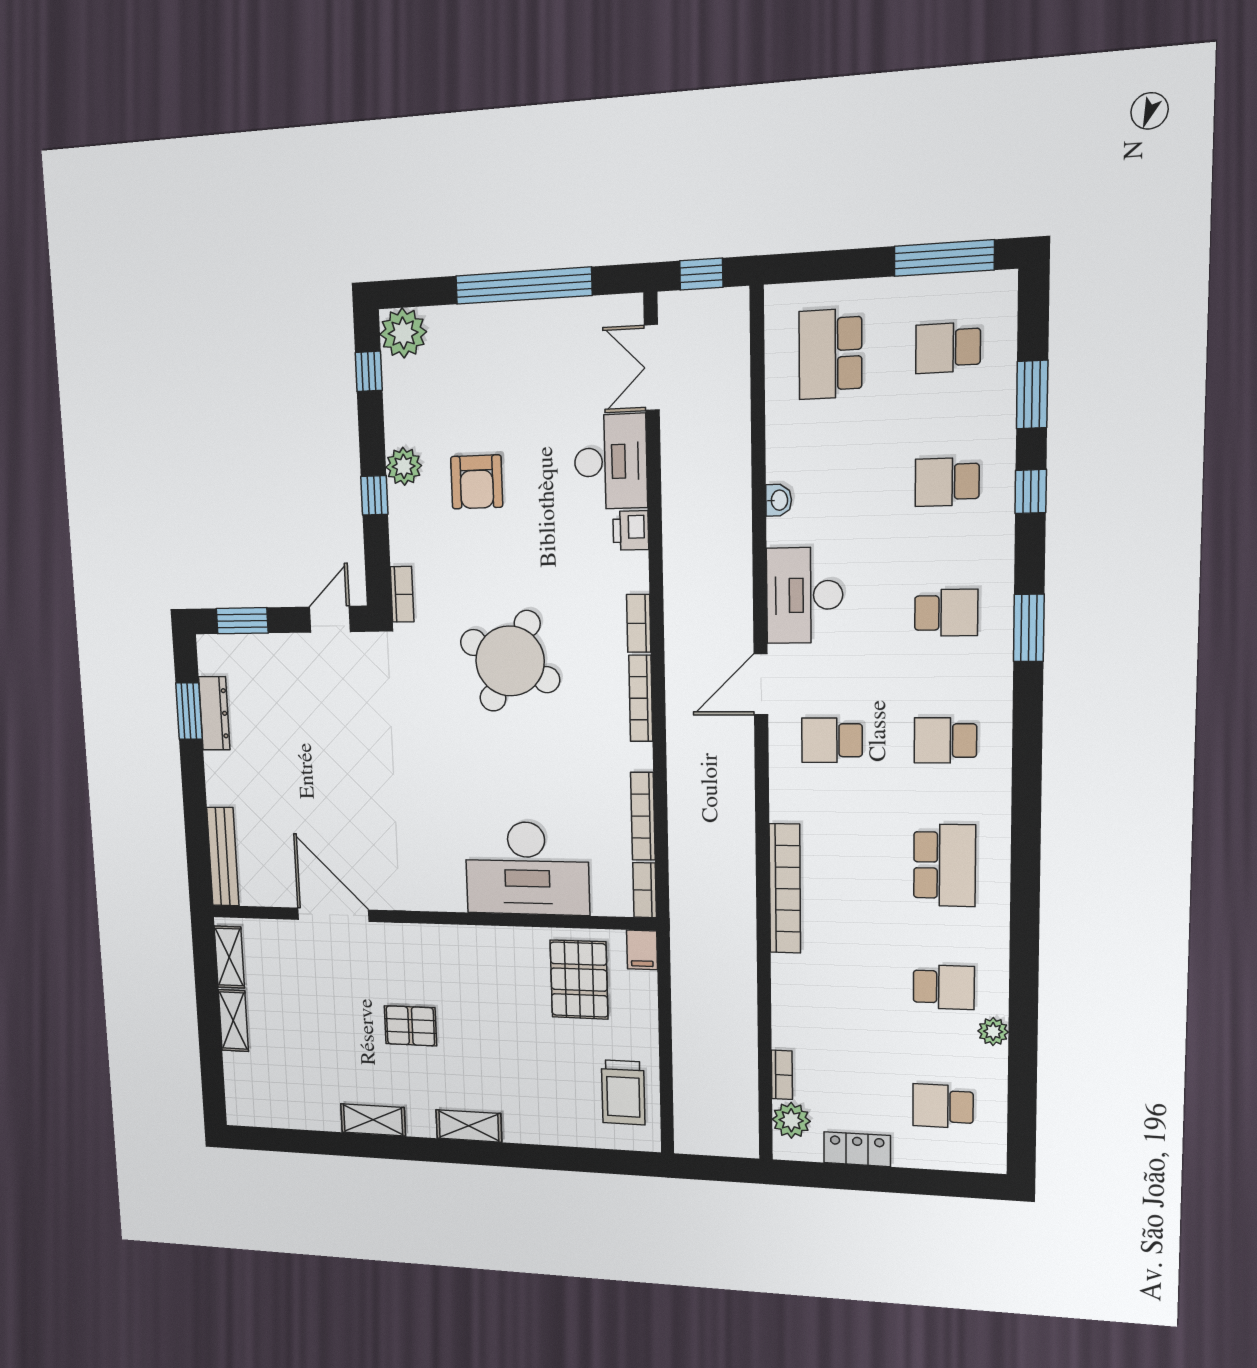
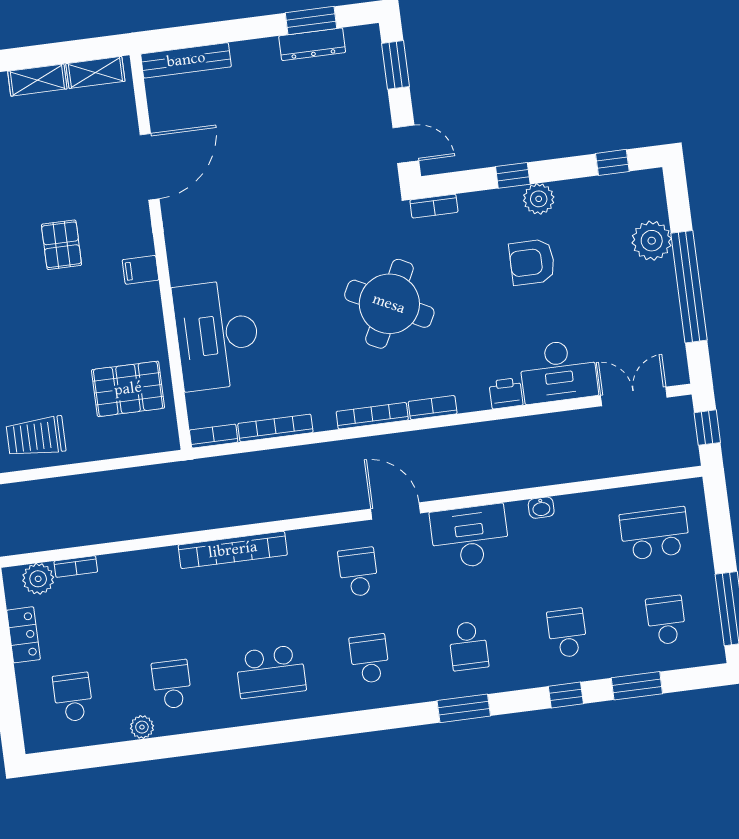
plant: (403, 333) -> (652, 241), moved
filing cabinet: (642, 950) -> (140, 270), moved
school desk: (944, 987) -> (172, 684), turned 180

